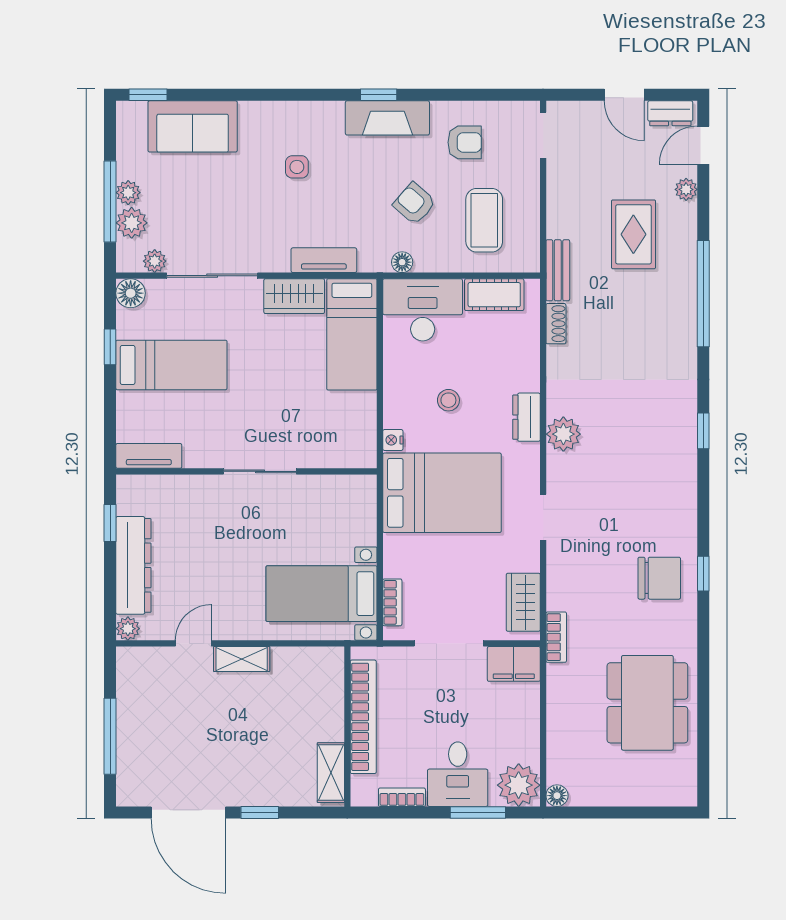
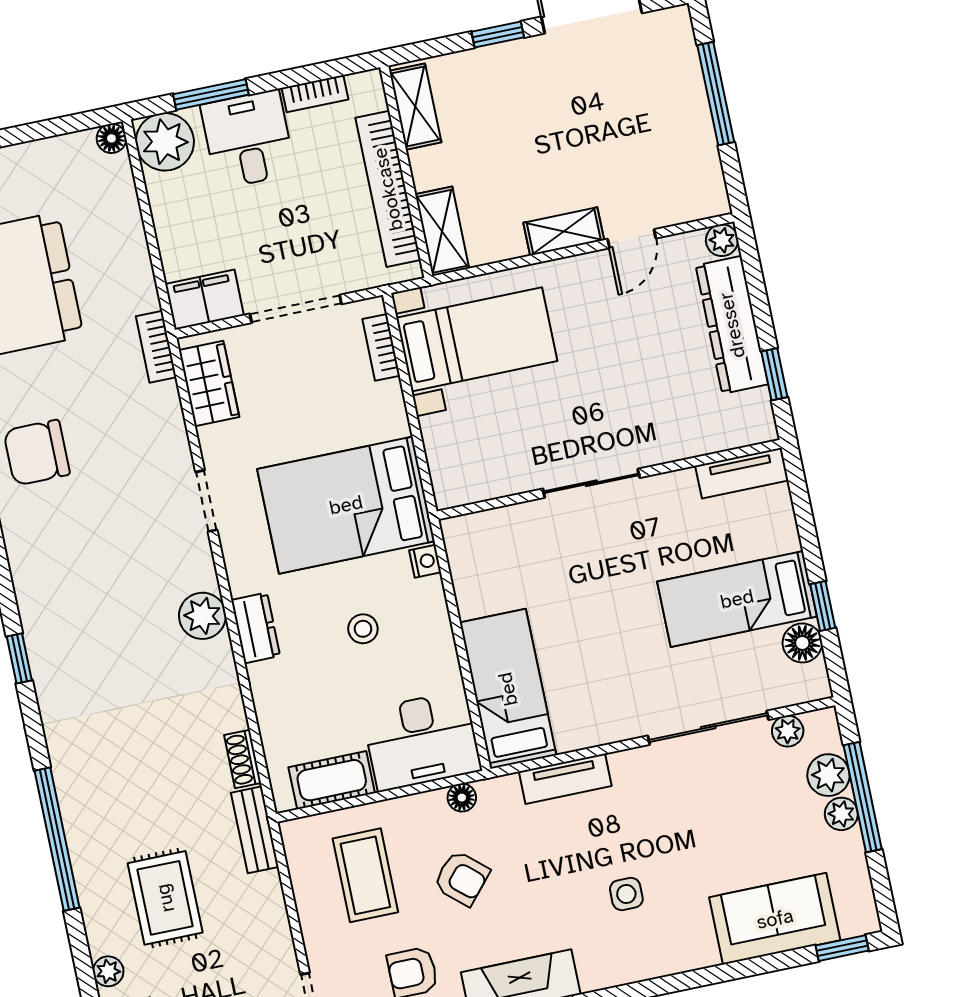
floor lamp: (131, 293) -> (802, 643), moved
wardrobe: (294, 296) -> (594, 723), removed
shelving: (330, 678) -> (442, 231), added

